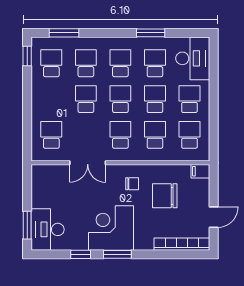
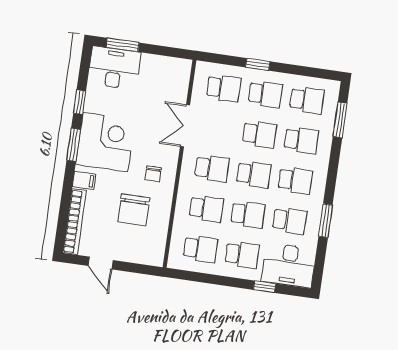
window: (27, 56) -> (258, 64), moved
window: (214, 76) -> (264, 287), added
school desk: (51, 99) -> (265, 94), added
filing cabinet: (200, 171) -> (84, 180), moved, turned 90
chair: (165, 196) -> (134, 210), turned 180

